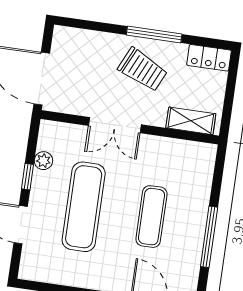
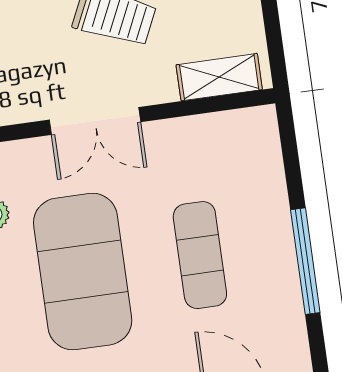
exercise mat: (84, 207) -> (83, 272), width x1.47

